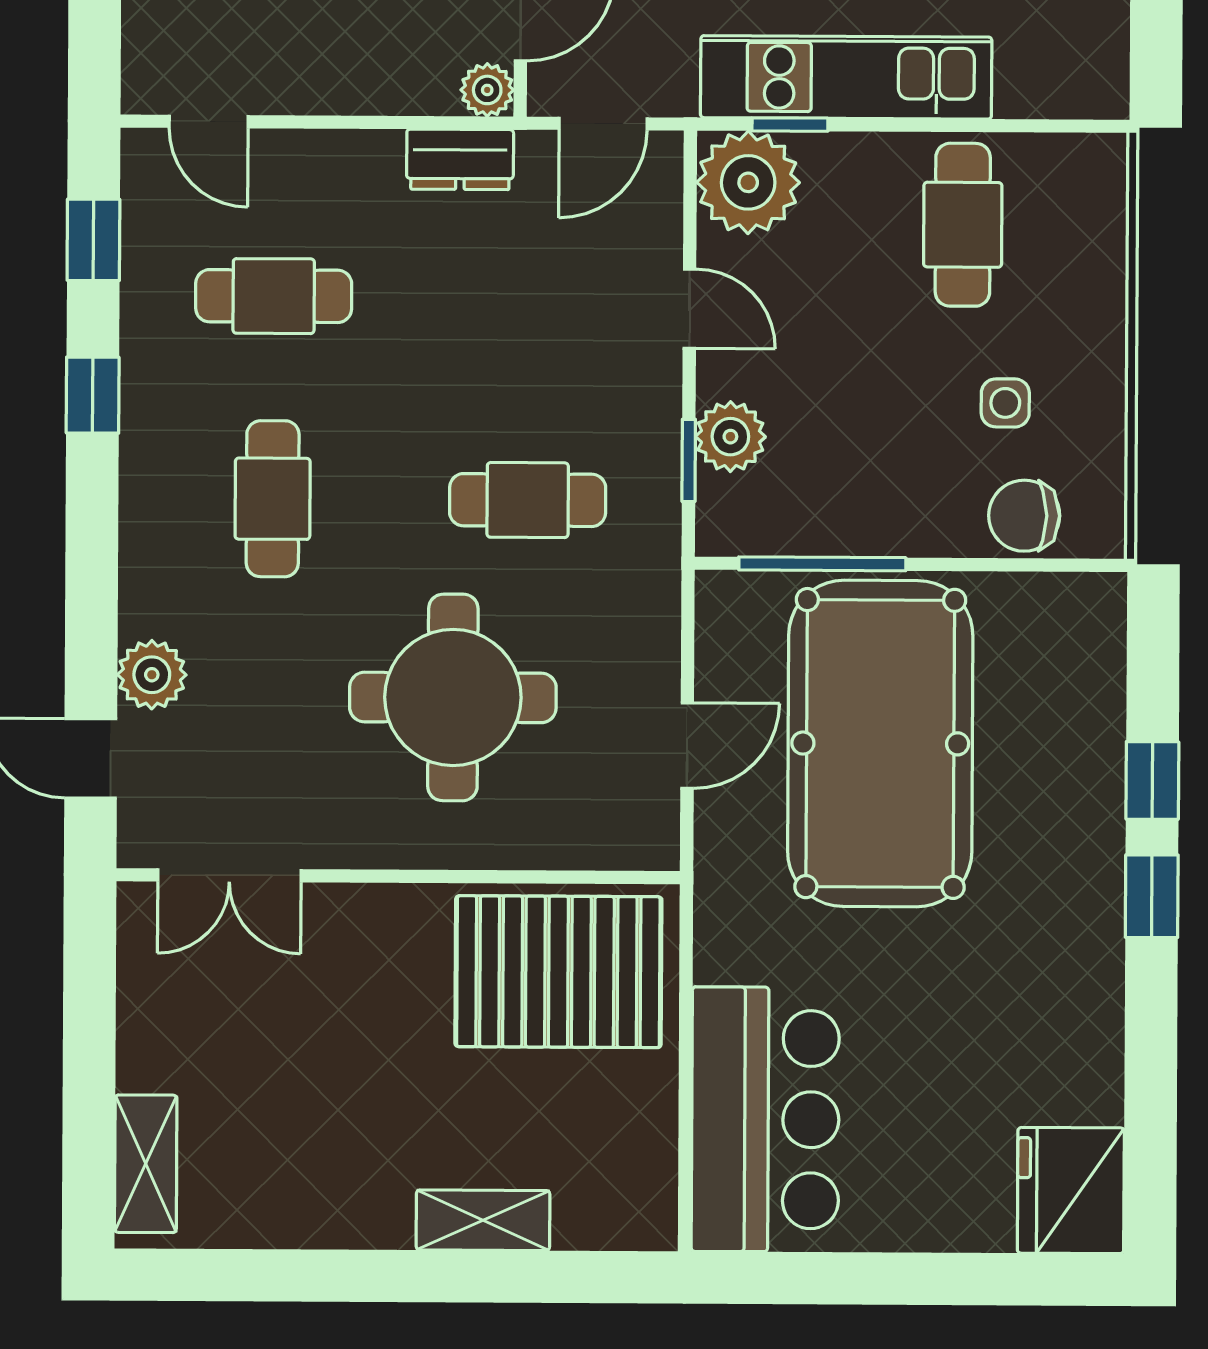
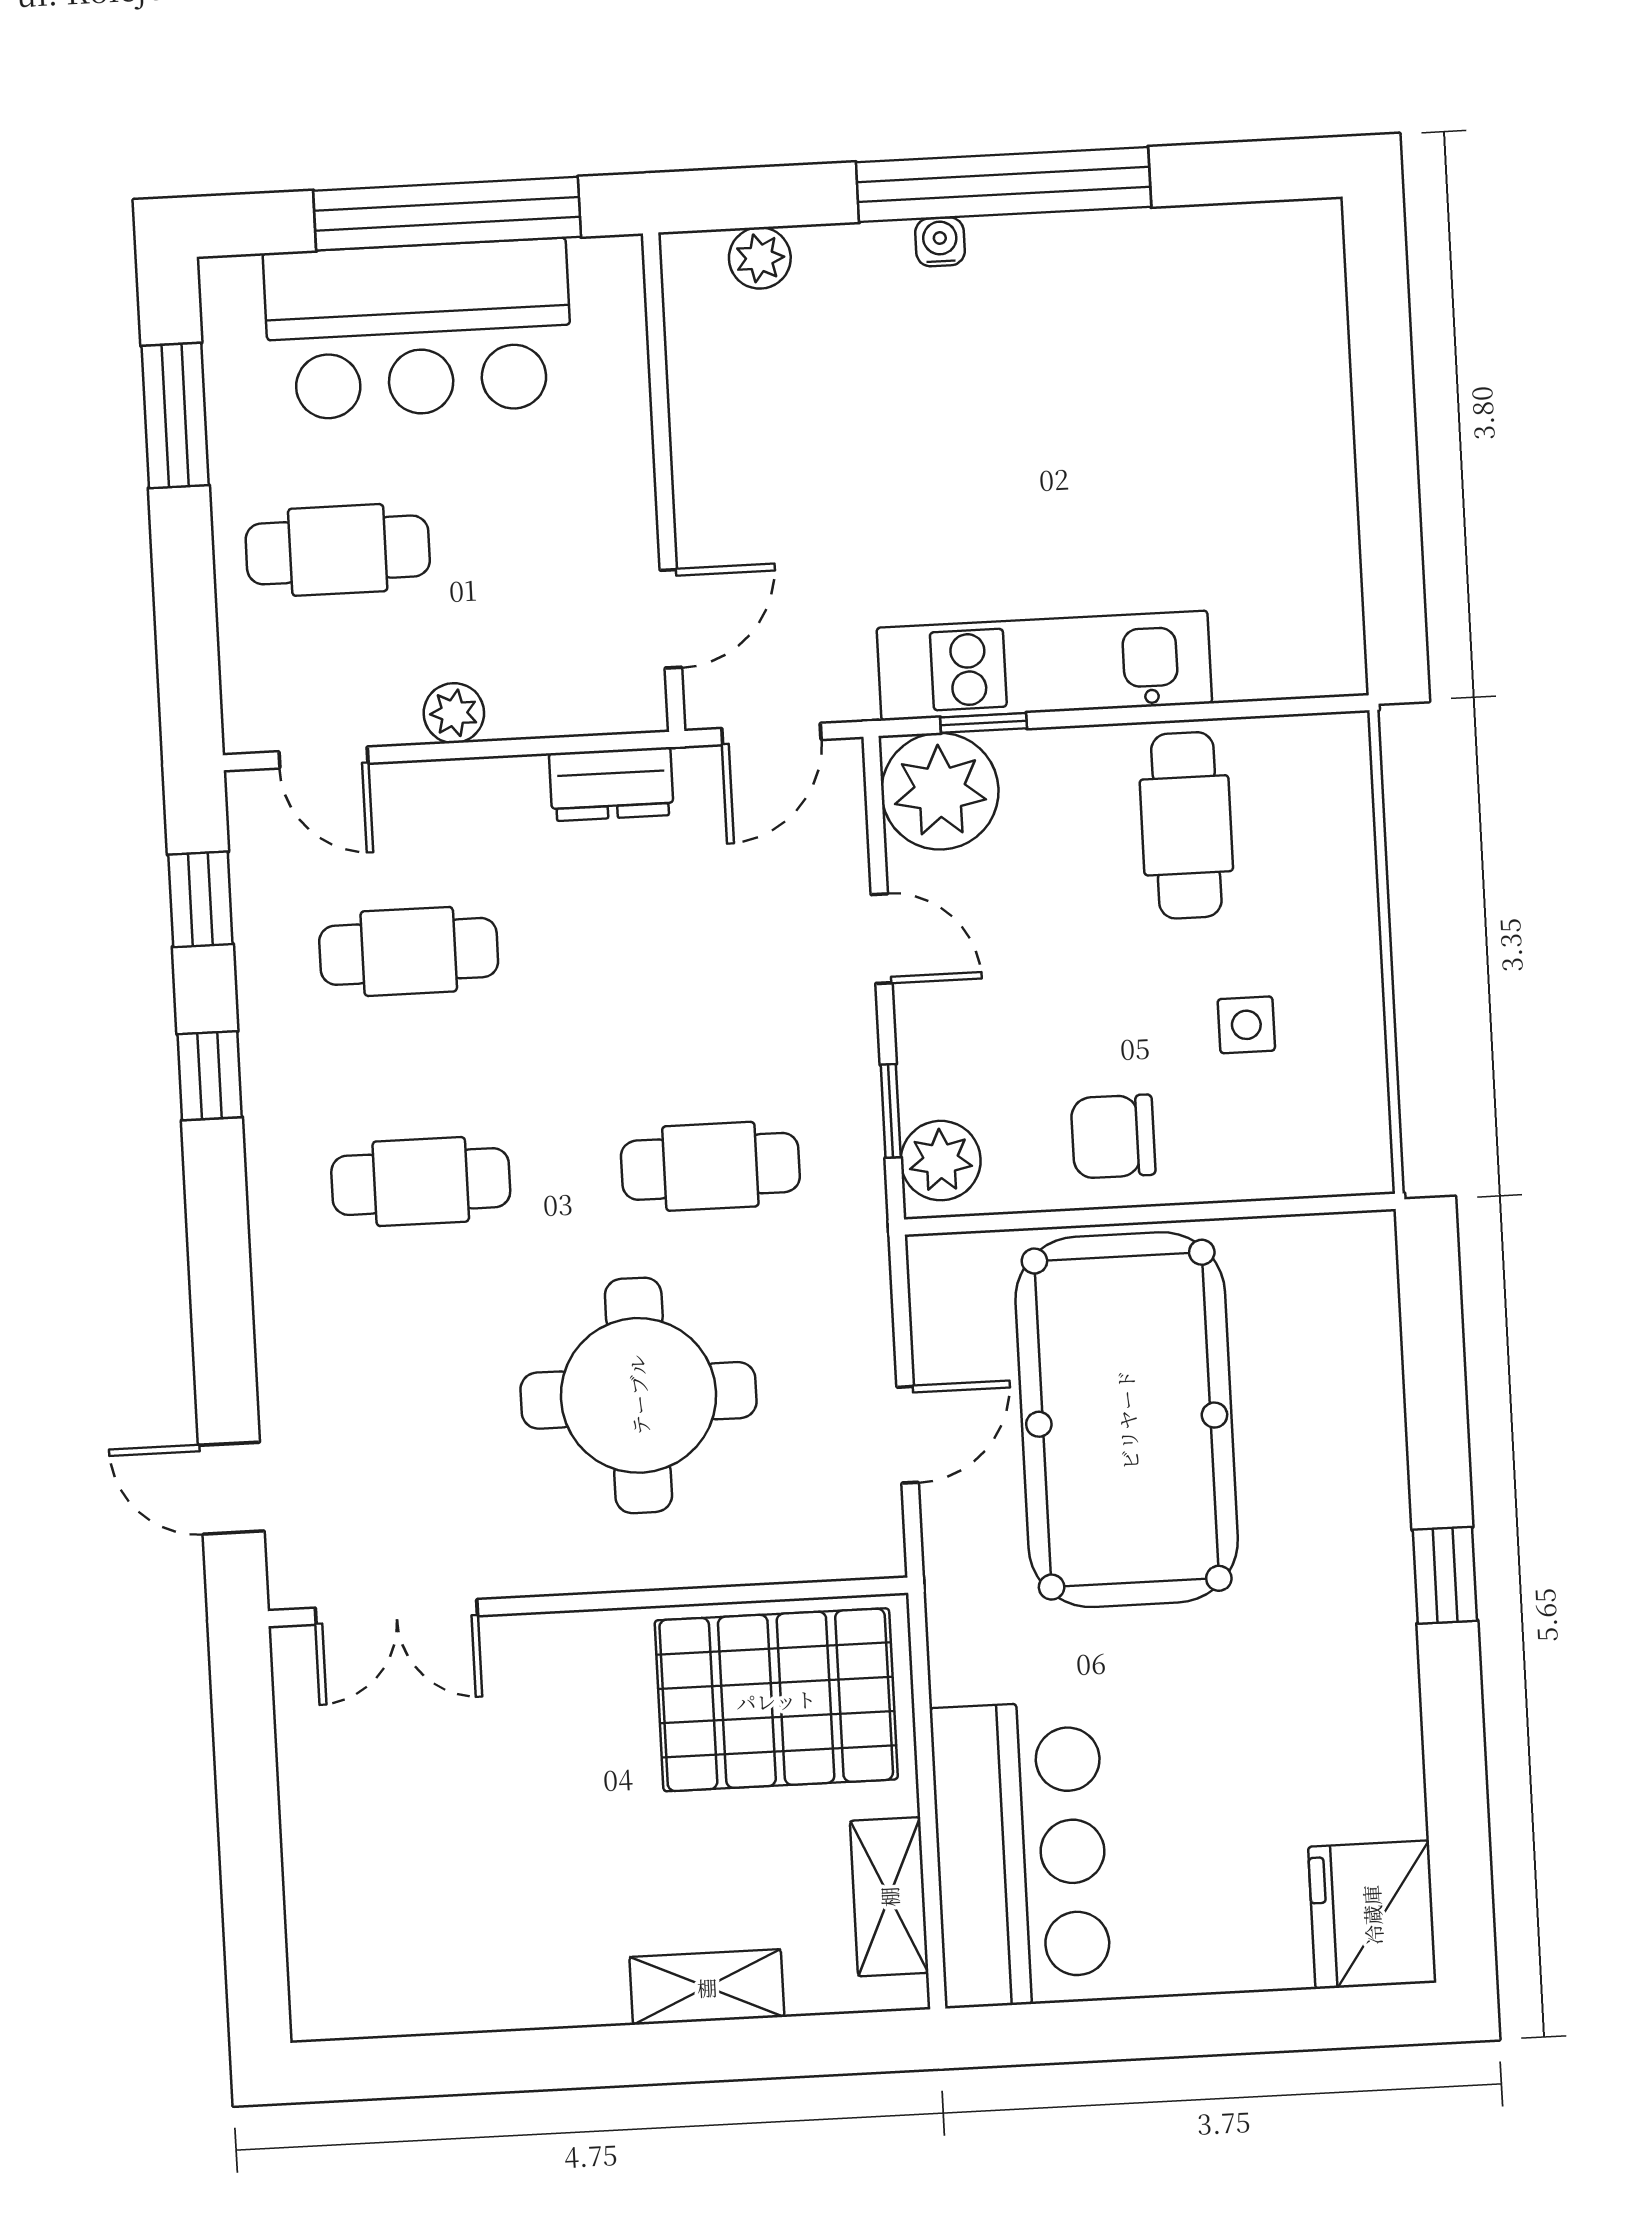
plant: (487, 90) -> (454, 713), moved
plant: (730, 437) -> (941, 1161), moved
cafe table: (273, 499) -> (421, 1182), turned 90
chair: (1024, 516) -> (1113, 1137), moved
window: (822, 564) -> (1049, 1220), removed
plant: (152, 675) -> (295, 1389), removed
window: (1152, 780) -> (1438, 1444), removed
shelving: (146, 1164) -> (889, 1897), moved

